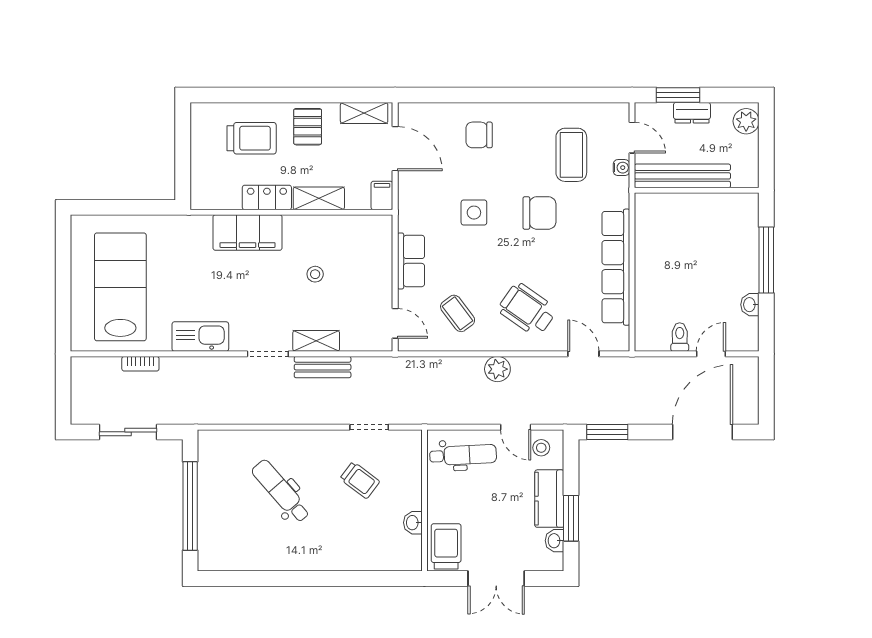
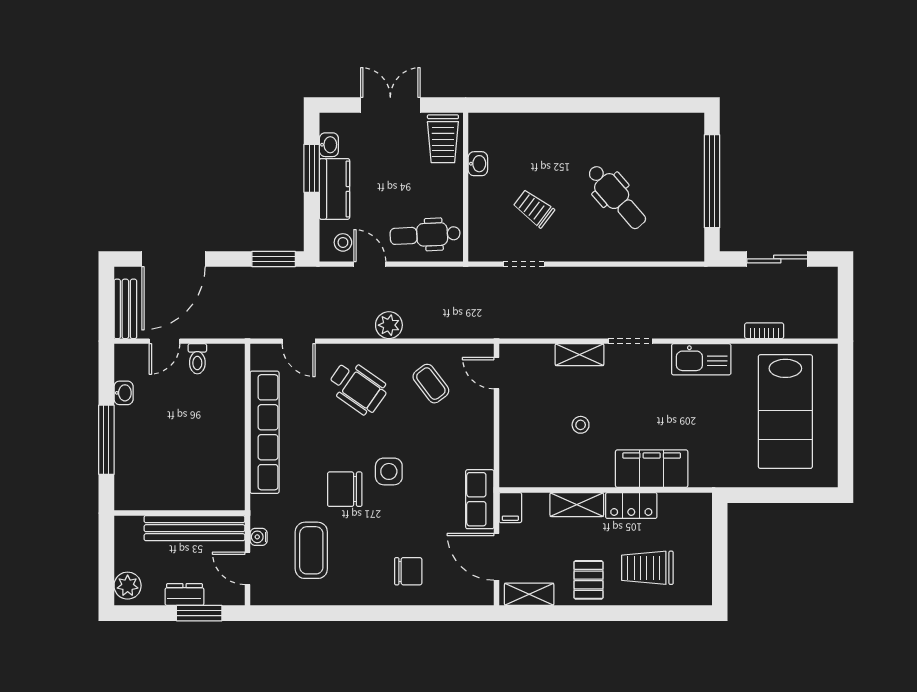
side table: (474, 213) -> (389, 471), moved
row of seats: (411, 261) -> (480, 499), moved
bench: (323, 367) -> (125, 309), moved, turned 90

